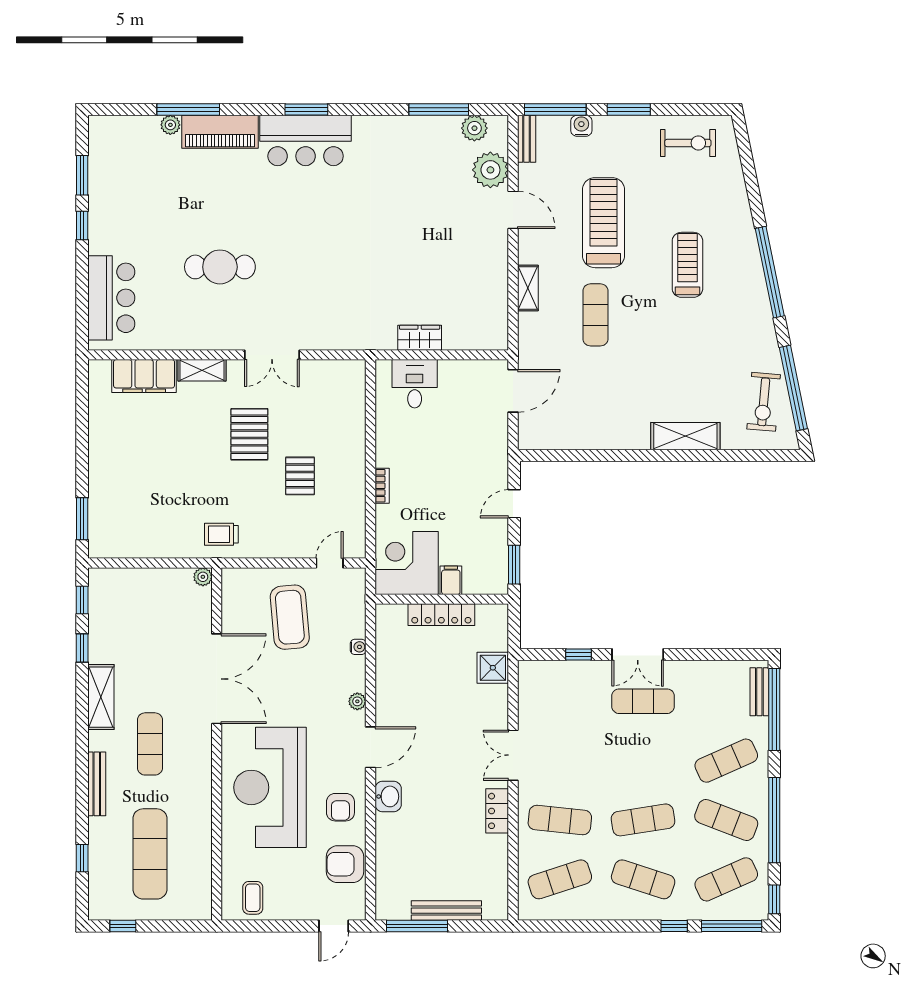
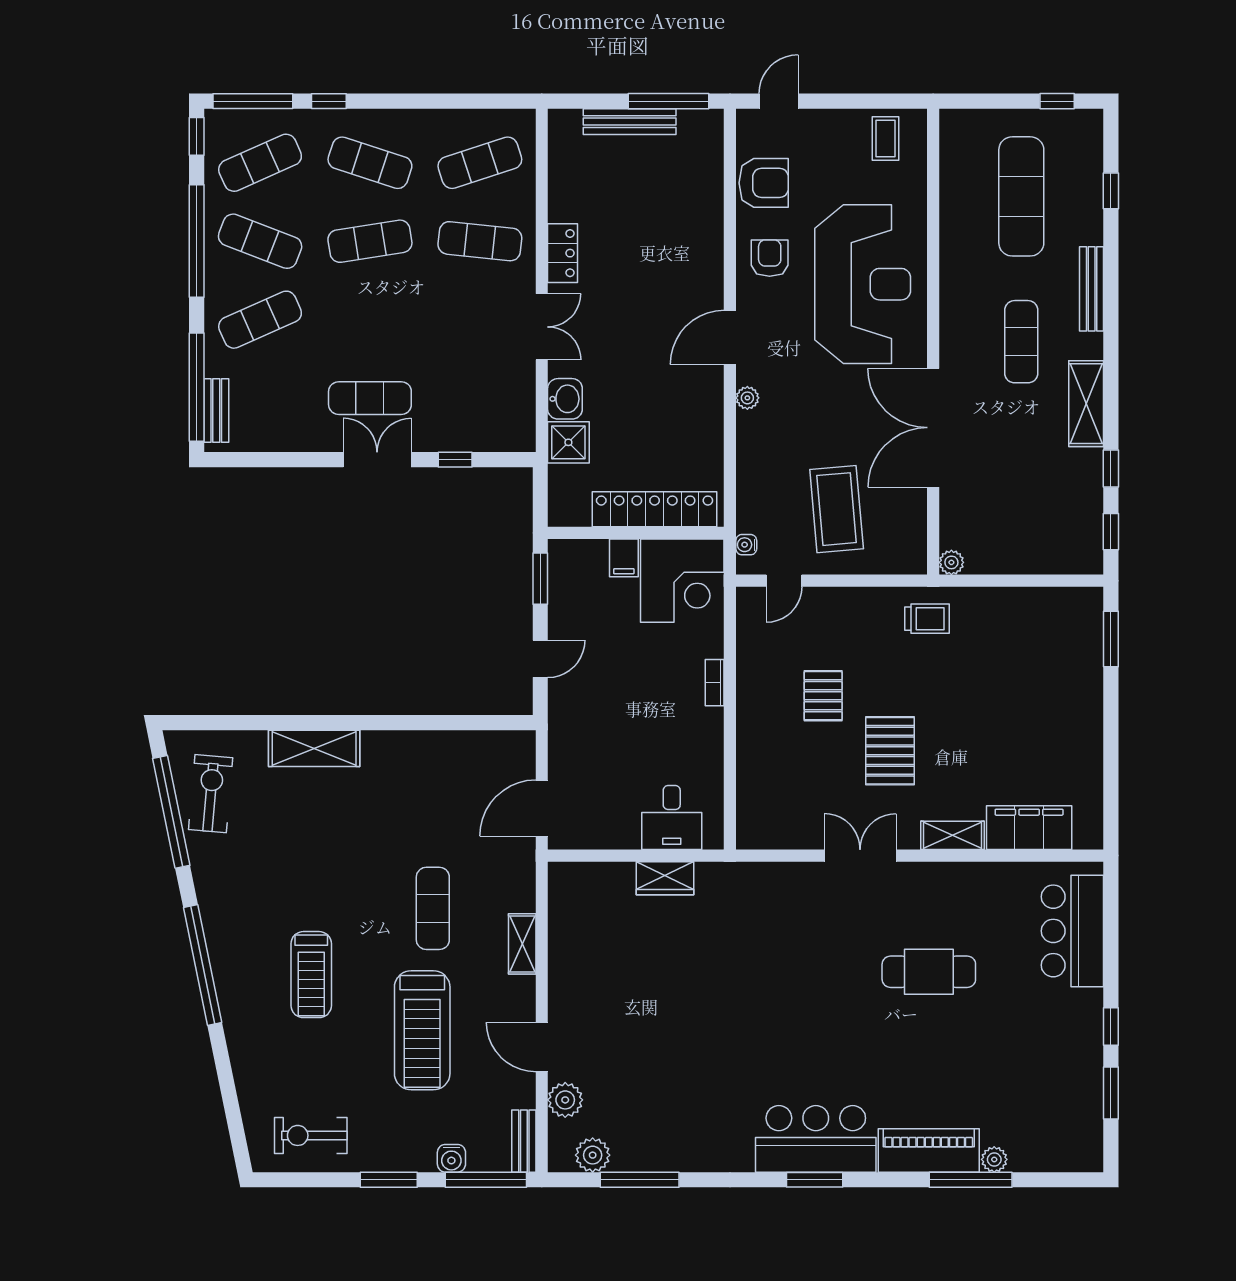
plant: (490, 170) -> (565, 1100), width x0.73, depth x0.73
locker: (441, 615) -> (655, 509), width x1.41, depth x1.21
water cooler: (358, 647) -> (746, 545), moved
washbasin: (388, 796) -> (565, 399), moved, turned 180

